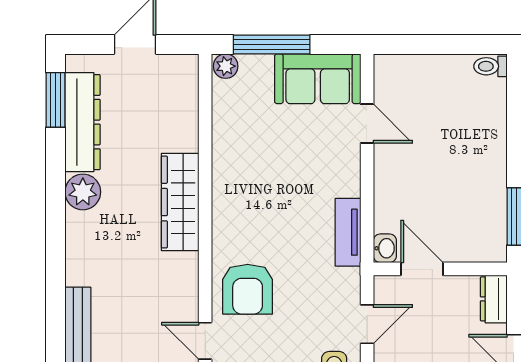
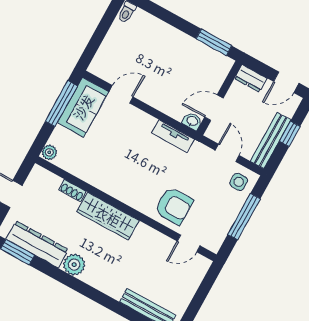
window: (272, 45) -> (61, 104), moved
shoe rack: (189, 130) -> (73, 191), added

